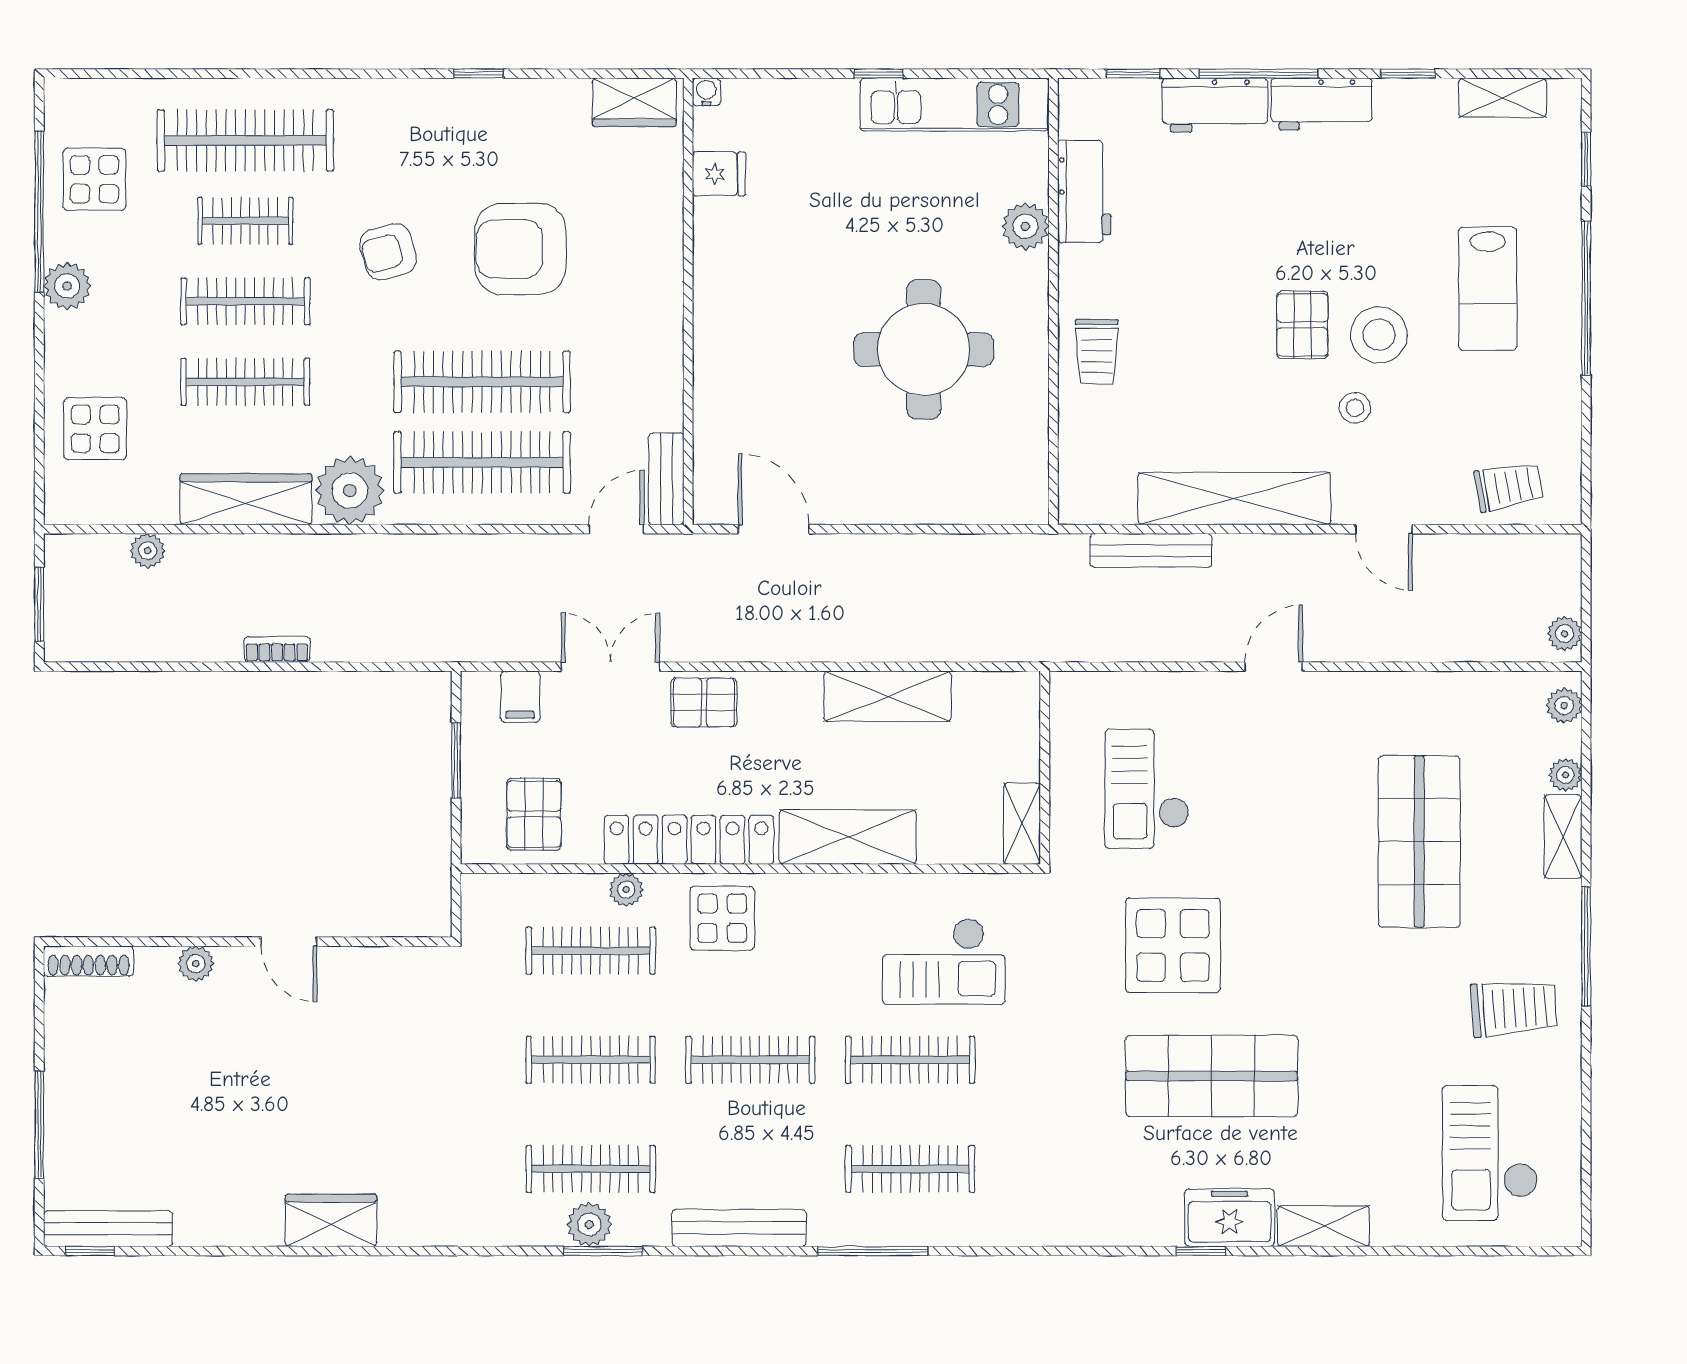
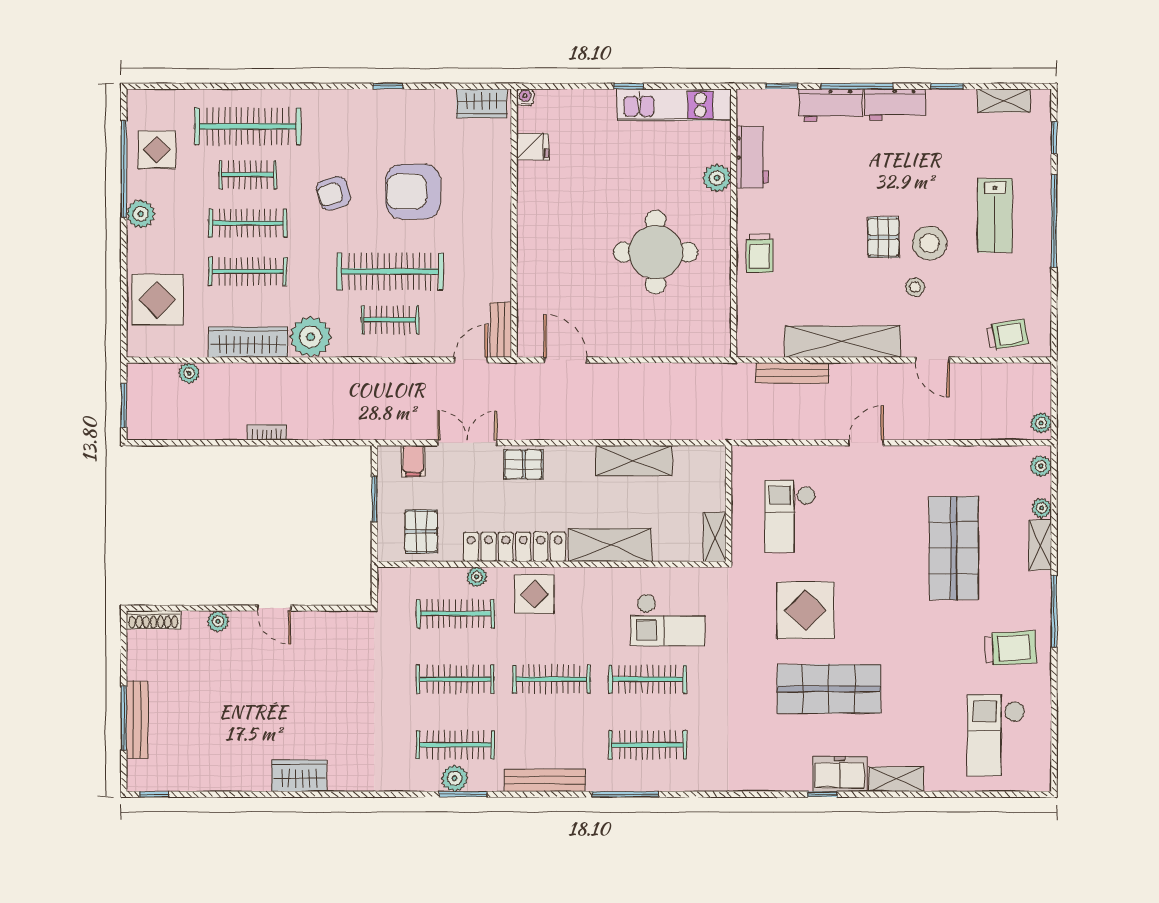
display table: (95, 429) -> (158, 300), width x1.36, depth x1.36
clothes rail: (482, 462) -> (390, 320), width x0.54, depth x0.76
bench: (108, 1229) -> (137, 720), moved, turned 90

